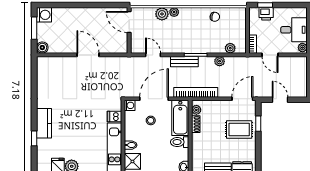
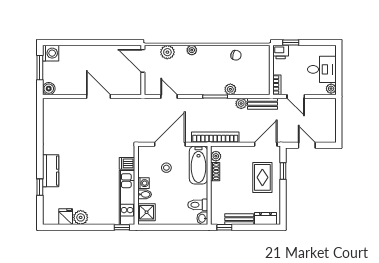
plant: (162, 14) -> (167, 52), moved
printer: (266, 14) -> (281, 52), moved
plant: (230, 48) -> (230, 89), moved
bench: (184, 62) -> (263, 104), moved
washing machine: (130, 105) -> (143, 183), moved
rug: (239, 129) -> (262, 177), turned 90
toilet: (180, 142) -> (198, 205), moved

